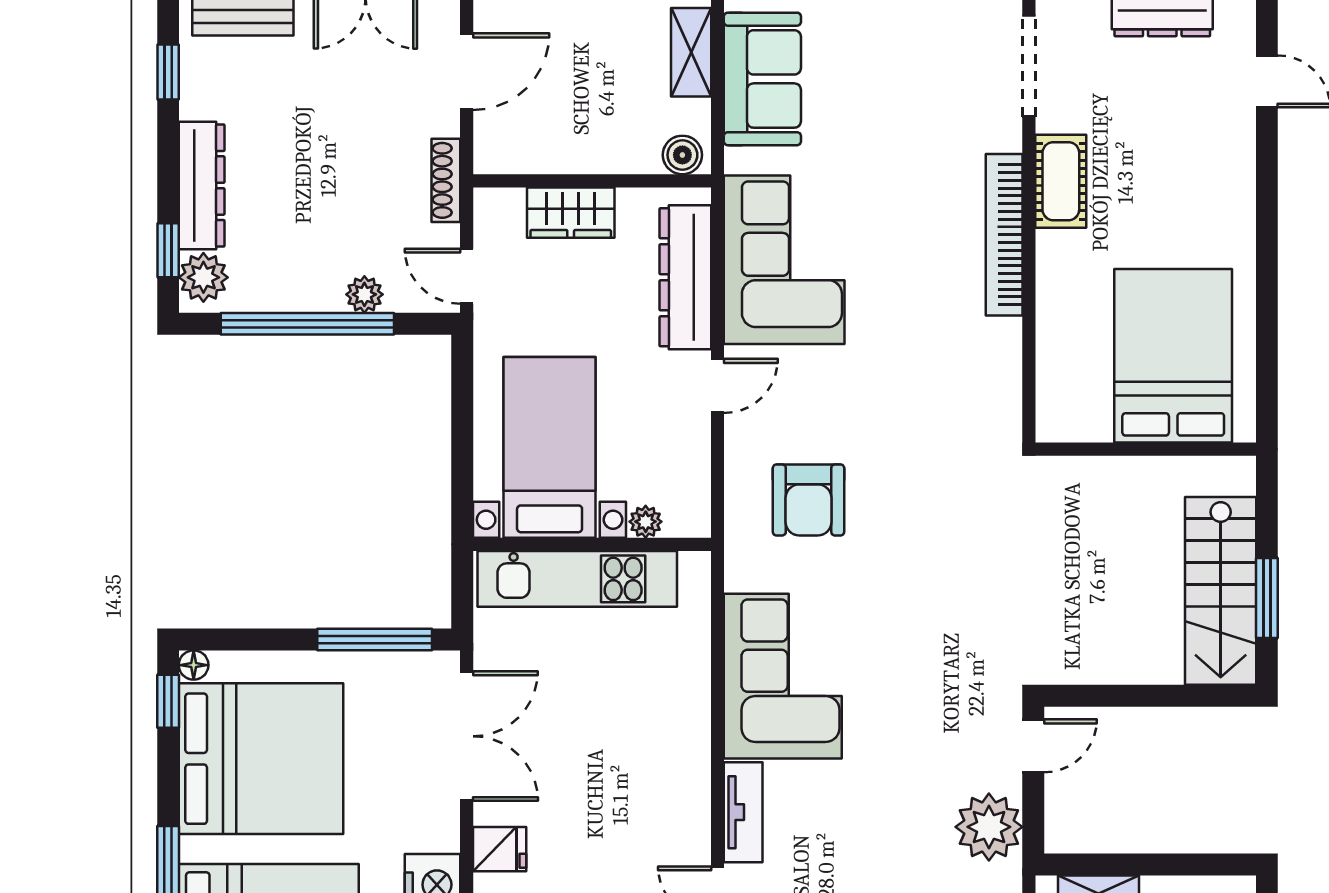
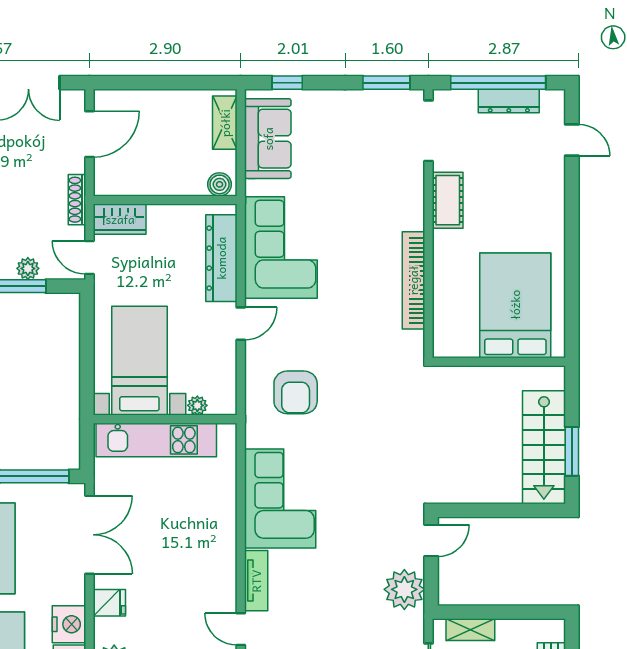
wardrobe: (571, 213) -> (120, 219), moved
bookcase: (1004, 235) -> (413, 280), moved

